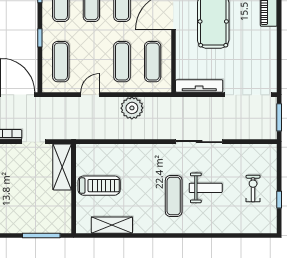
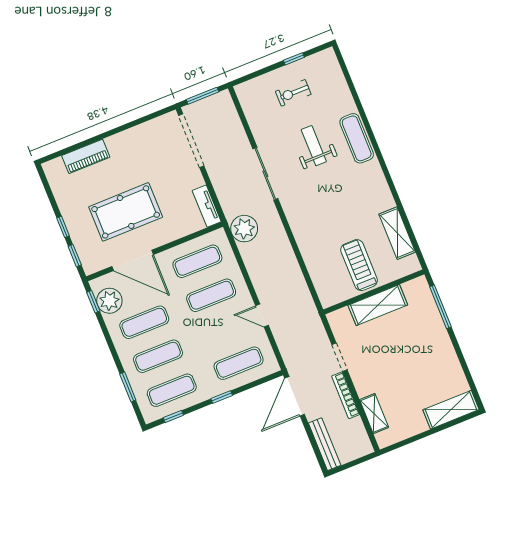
tv unit: (199, 86) -> (207, 206), width x0.71
plant: (132, 108) -> (244, 229), moved
shelving: (62, 167) -> (378, 305), moved
exercise mat: (174, 196) -> (357, 138), moved, turned 90

